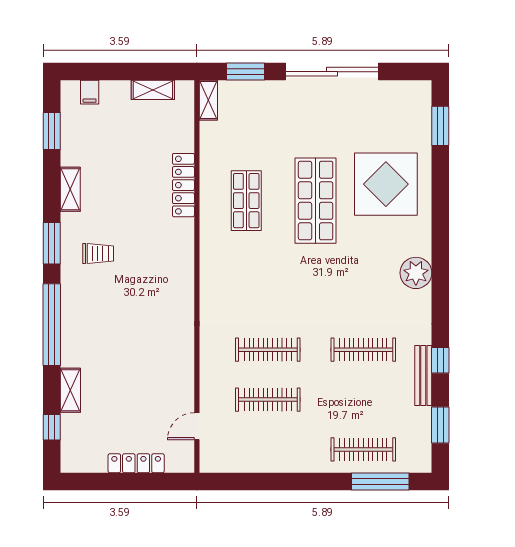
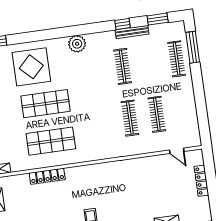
shop shelf: (246, 201) -> (51, 141), width x1.43, depth x1.36

